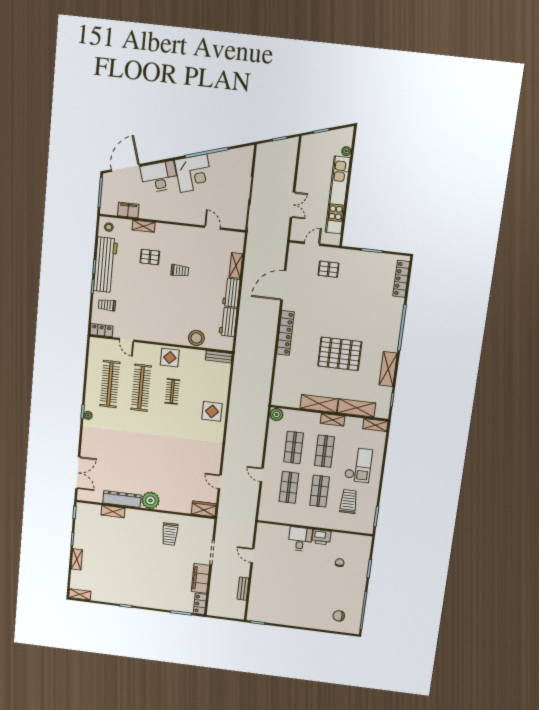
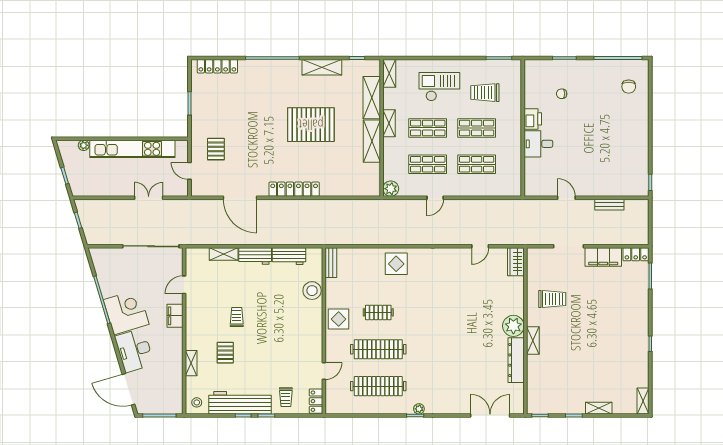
filing cabinet: (128, 210) -> (175, 316), moved
pallet: (340, 354) -> (311, 125), turned 90
door: (262, 475) -> (435, 198), moved
shelving: (113, 512) -> (533, 341), moved
door: (252, 556) -> (566, 198), swing flipped

